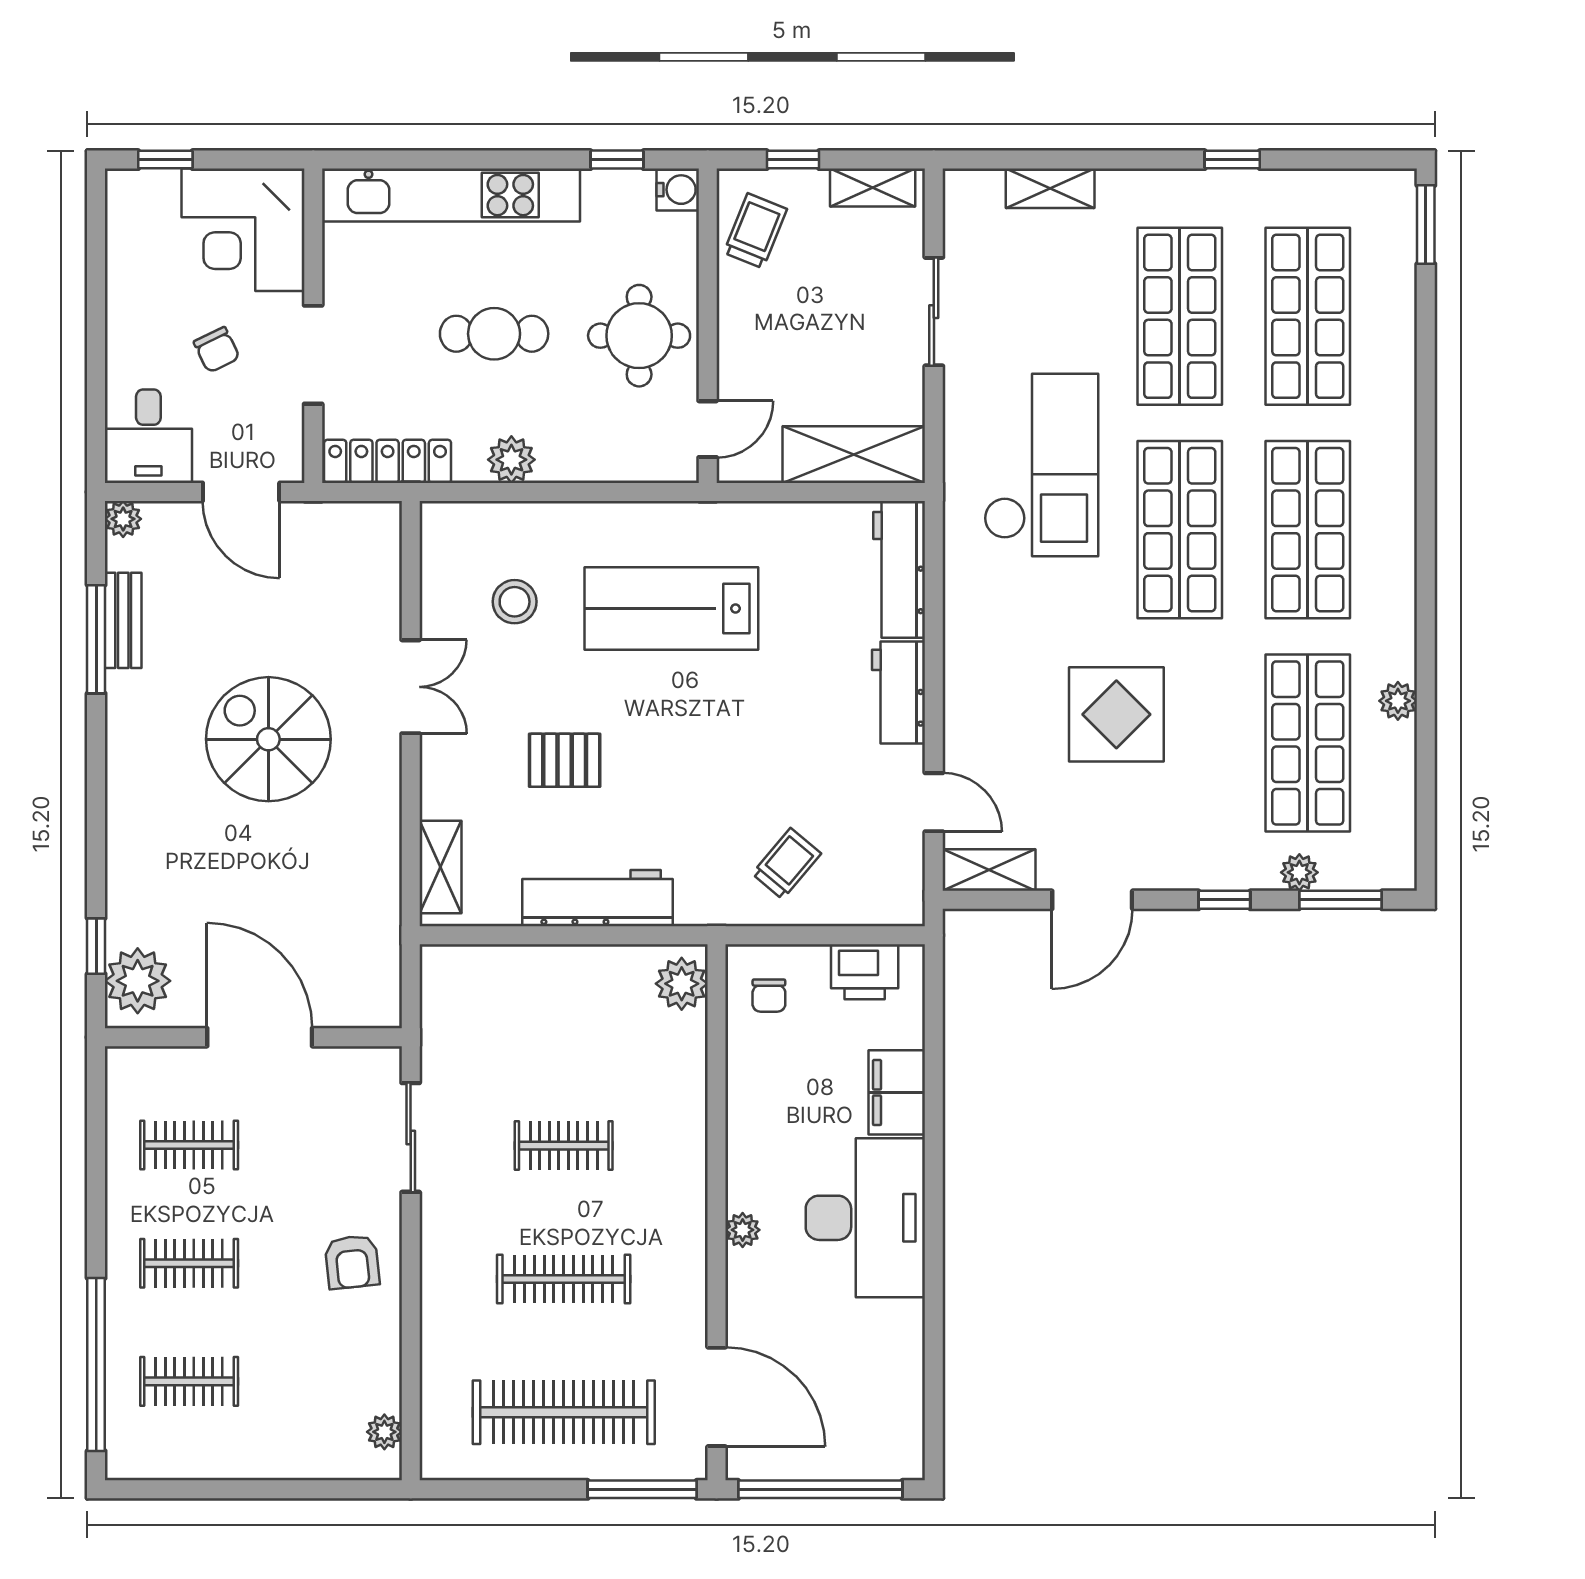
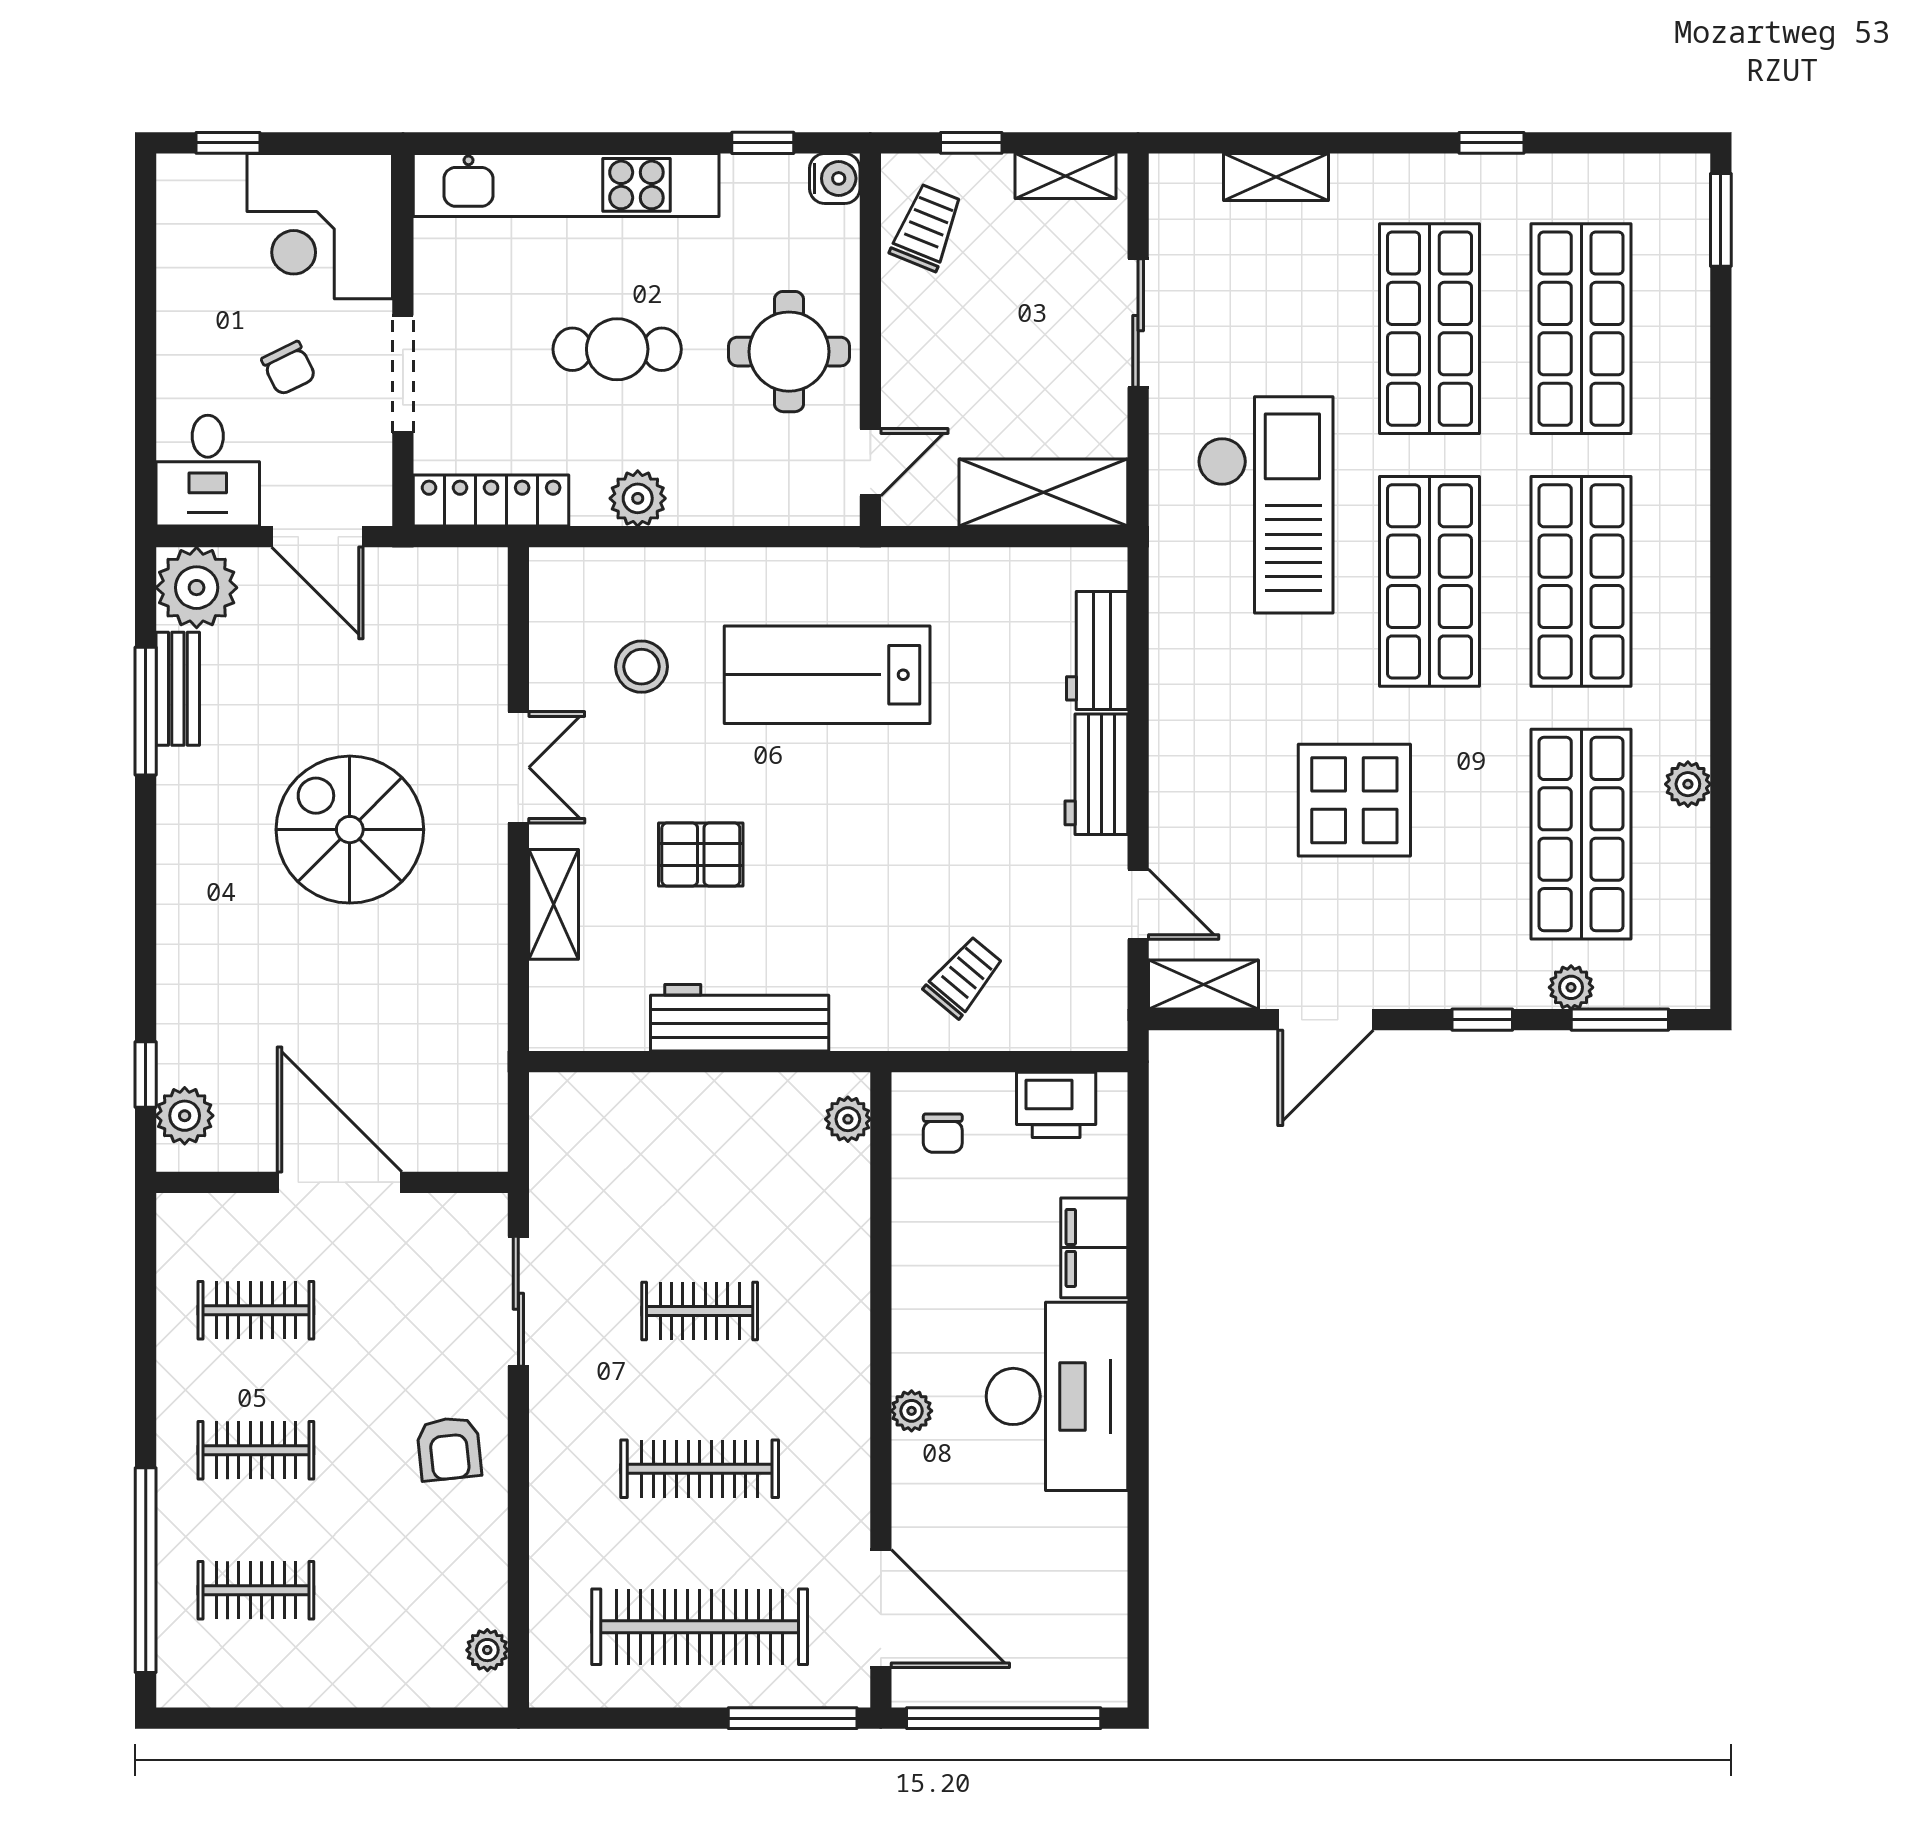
plant: (123, 519) -> (197, 588), width x1.87, depth x1.87
workbench: (899, 569) -> (1097, 651), width x0.73
shelving: (440, 867) -> (554, 904), moved
plant: (138, 981) -> (185, 1116), width x0.73, depth x0.73
plant: (682, 984) -> (848, 1119), width x0.73, depth x0.73

